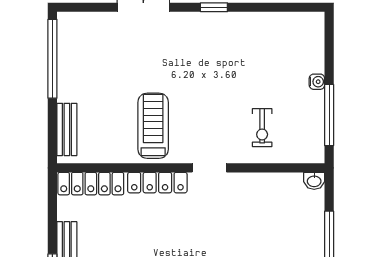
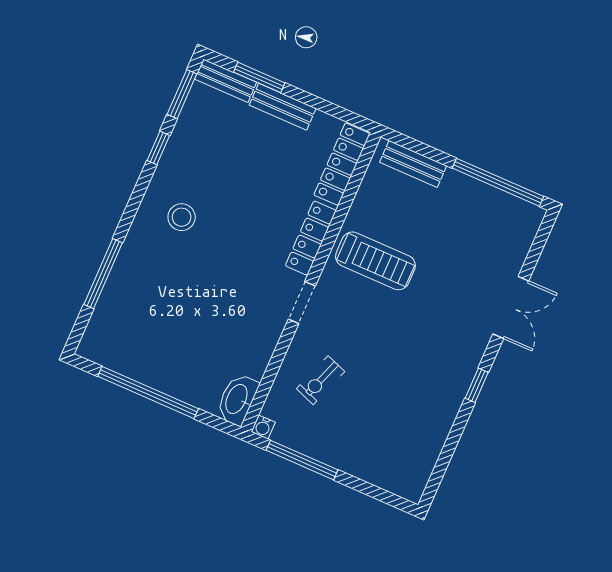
water cooler: (317, 82) -> (263, 427), moved
exercise bike: (262, 128) -> (321, 380), turned -70
washbasin: (314, 181) -> (237, 399), width x1.91, depth x1.45

